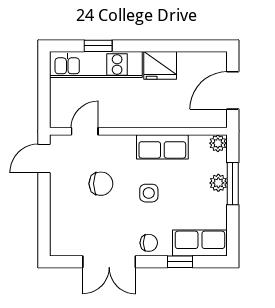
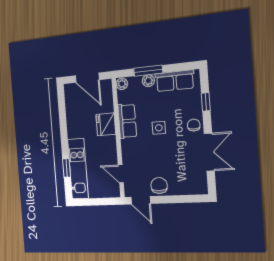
fridge: (160, 65) -> (106, 124), moved, turned 180
chair: (101, 184) -> (159, 185), moved
row of seats: (200, 243) -> (175, 81), moved, turned -90

